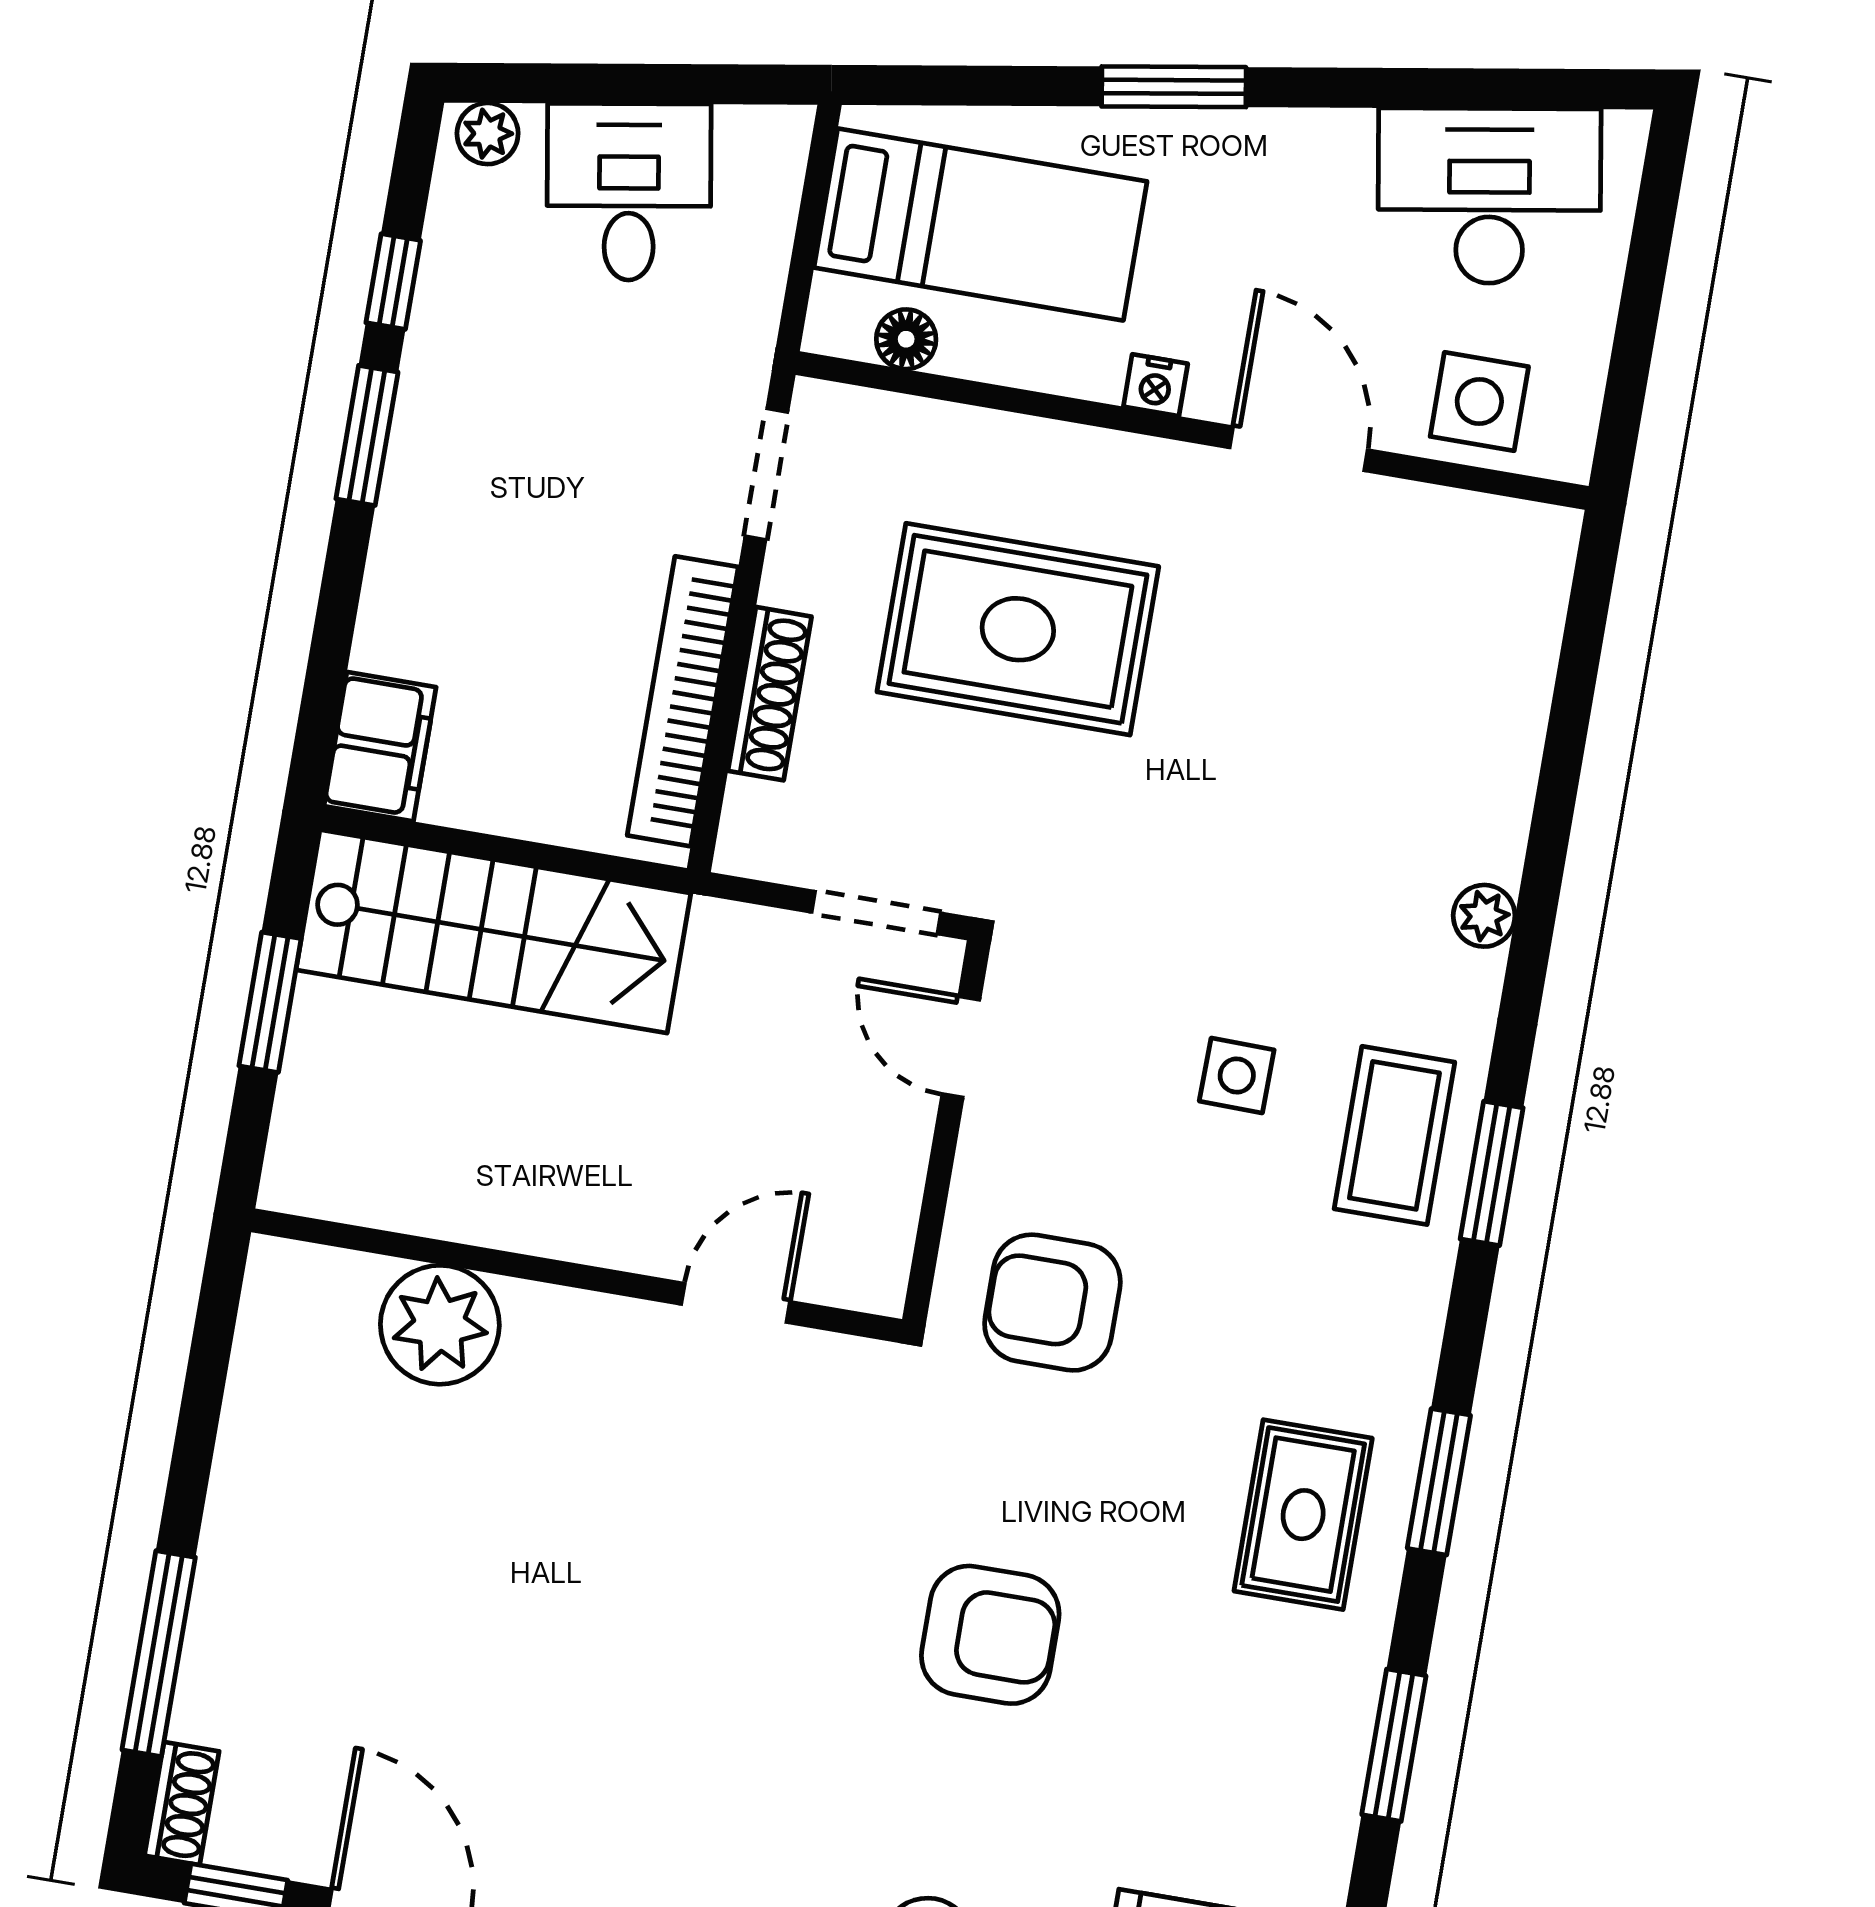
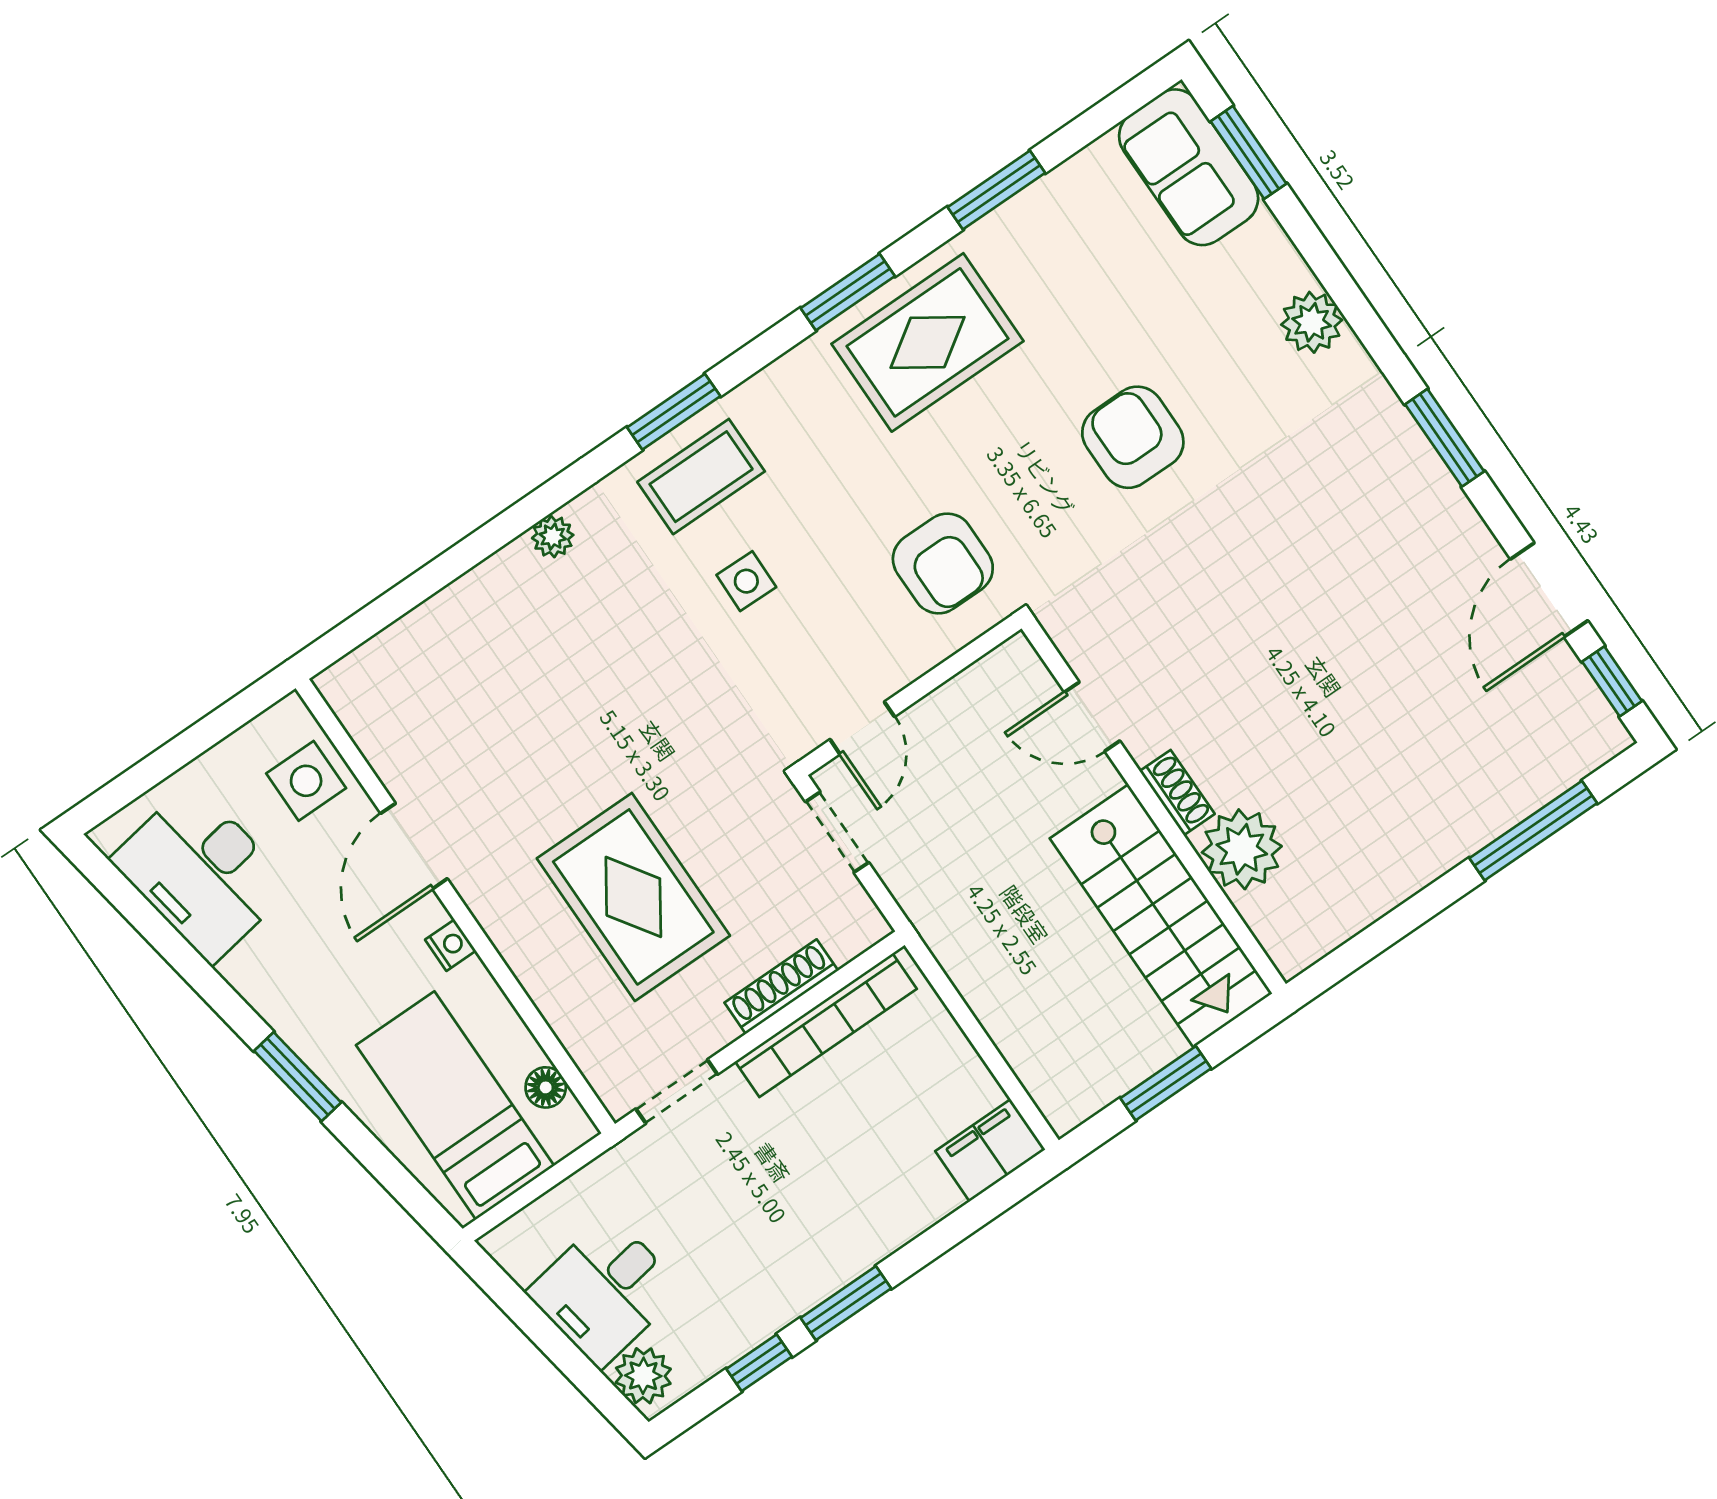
plant: (488, 134) -> (643, 1376), width x1.38, depth x1.38
stairs: (493, 931) -> (1161, 916), moved, turned 180
rug: (1303, 1515) -> (928, 342), width x1.36, depth x1.43
shoe rack: (182, 1803) -> (1177, 793), moved, turned 90

